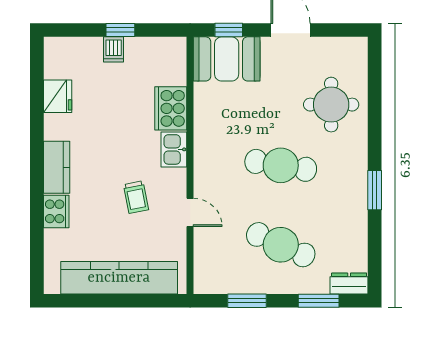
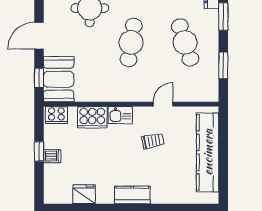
cooker: (56, 211) -> (56, 115), moved, turned 180
cafe table: (281, 245) -> (185, 42), turned -42

